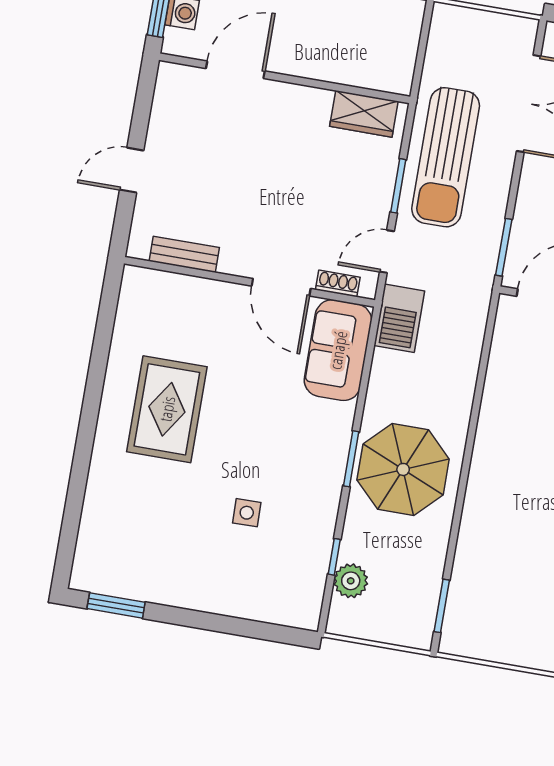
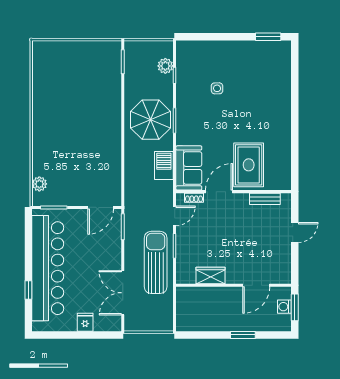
wardrobe: (364, 114) -> (210, 275), moved
door: (281, 287) -> (219, 192), hinge flipped
barbecue: (399, 318) -> (164, 166), moved
rug: (167, 409) -> (249, 165), moved

